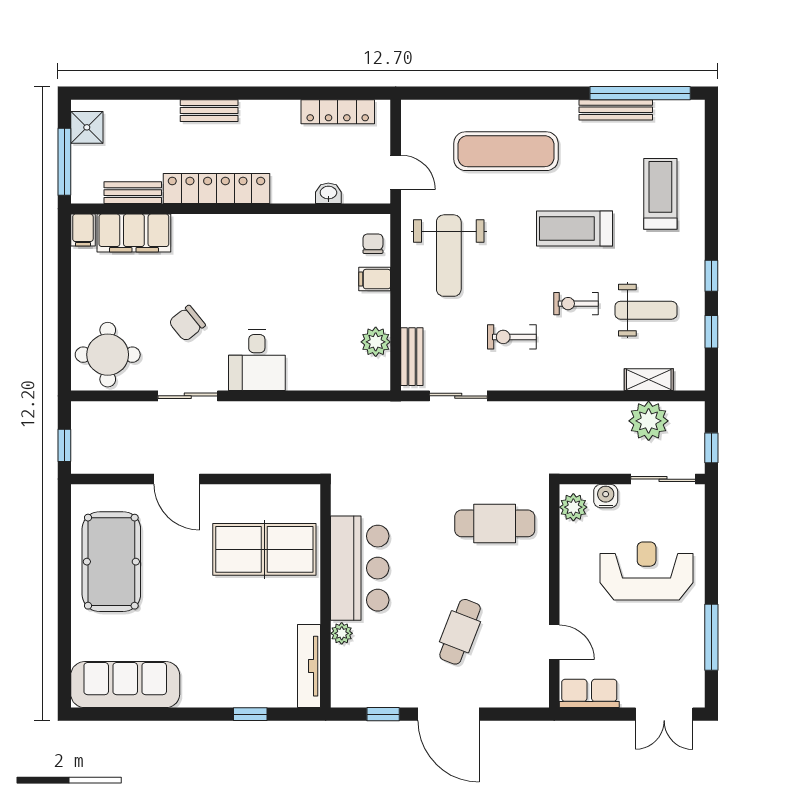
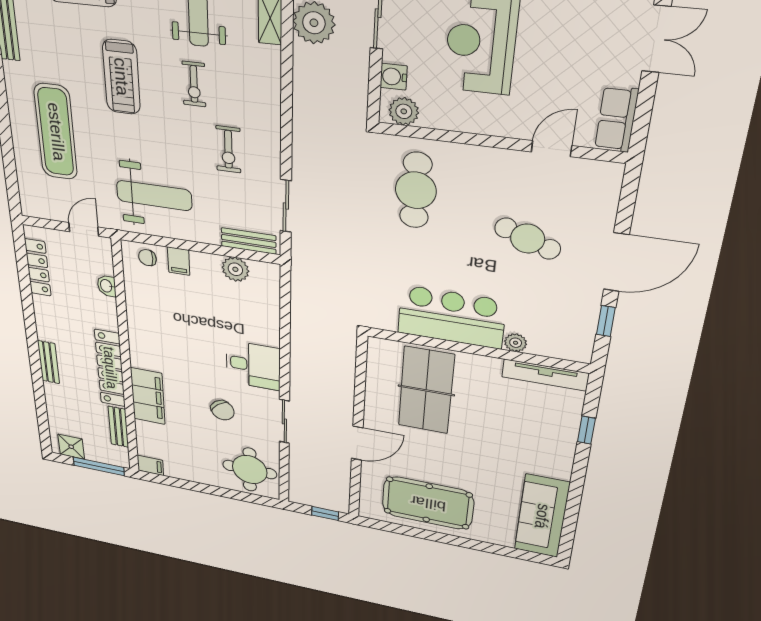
filing cabinet: (134, 233) -> (148, 396), moved

